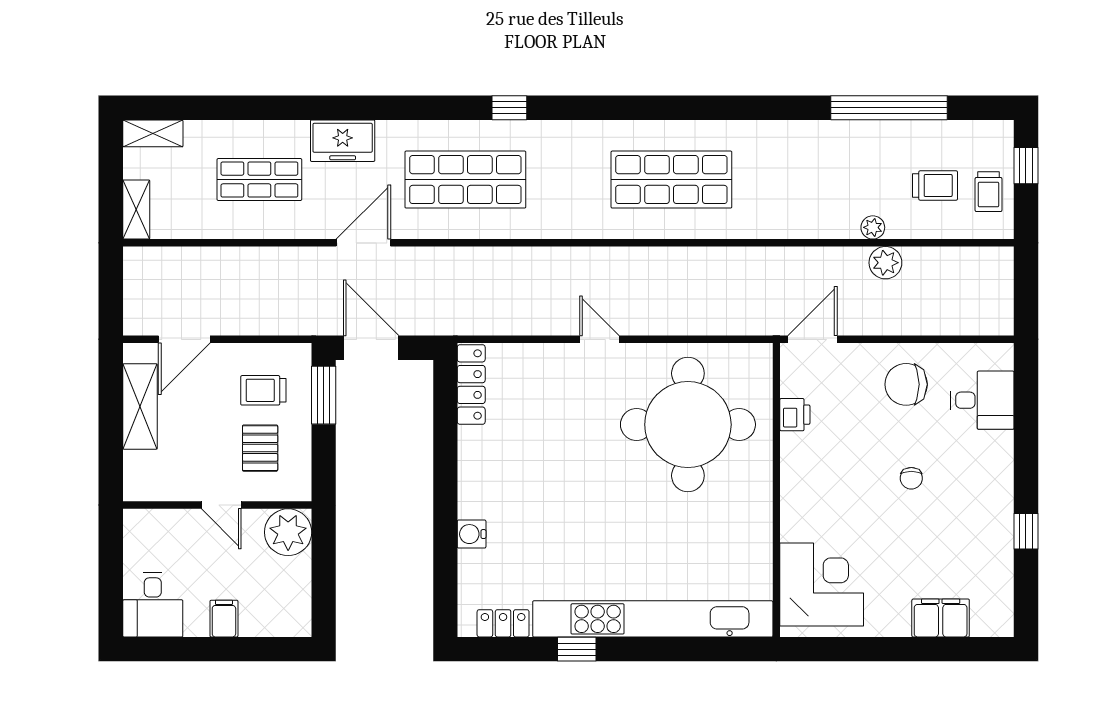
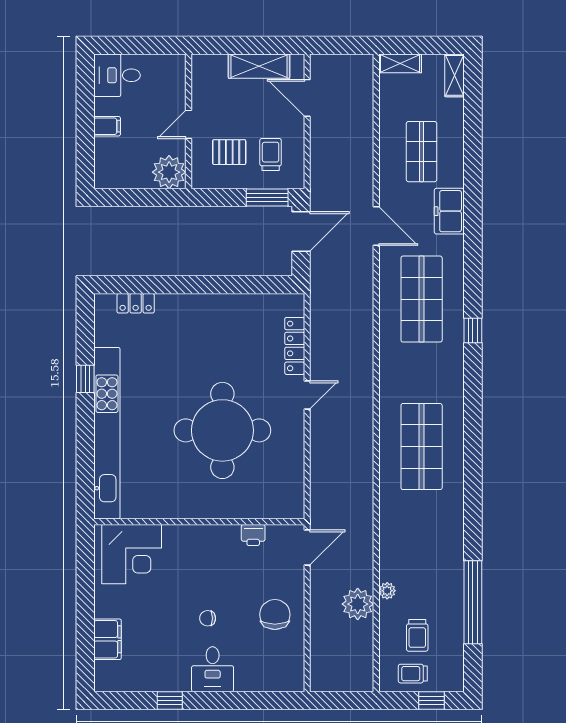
plant: (885, 263) -> (358, 604), width x1.36, depth x1.36
door: (812, 339) -> (307, 548), hinge flipped
locker: (471, 384) -> (295, 346), moved, turned 90
desk: (982, 400) -> (213, 669), moved
round table: (688, 425) -> (222, 430), moved
water cooler: (472, 534) -> (168, 304), removed
locker: (503, 623) -> (136, 303), moved, turned 90

